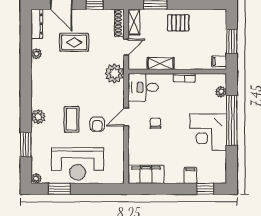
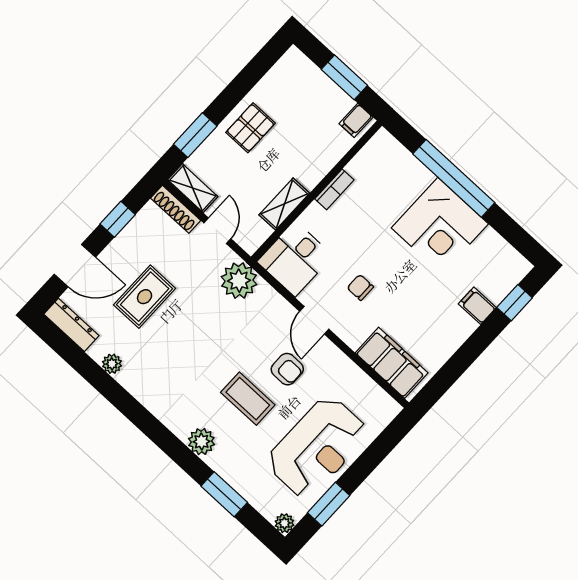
plant: (221, 92) -> (400, 157), removed
filing cabinet: (146, 174) -> (392, 363), moved, turned 90

